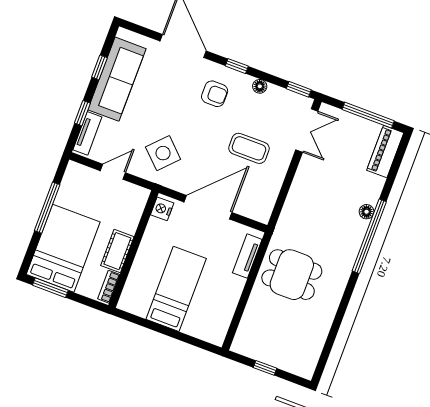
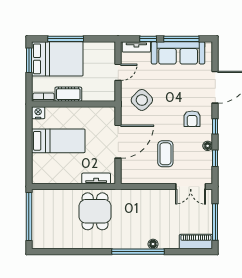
window: (99, 67) -> (181, 39), width x2.17
window: (299, 89) -> (215, 158), moved
door: (113, 172) -> (118, 72), hinge flipped
door: (208, 207) -> (118, 142), hinge flipped
window: (47, 208) -> (66, 39), moved
nightstand: (162, 209) -> (38, 113), moved
window: (265, 368) -> (29, 216), width x3.17

